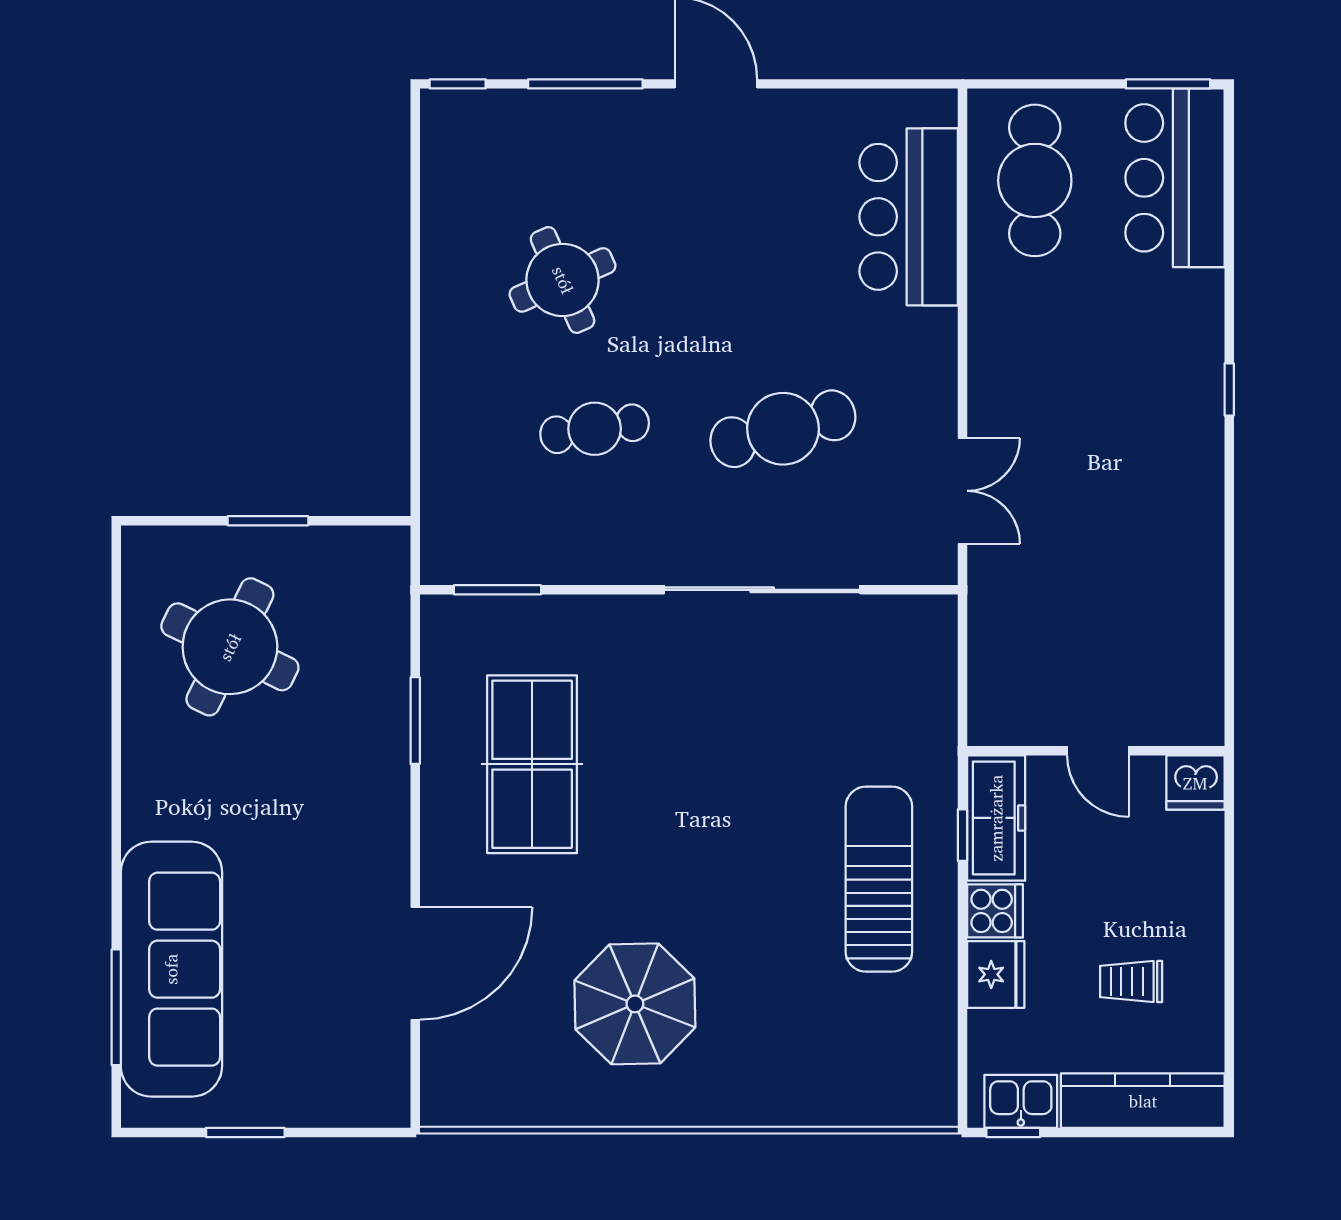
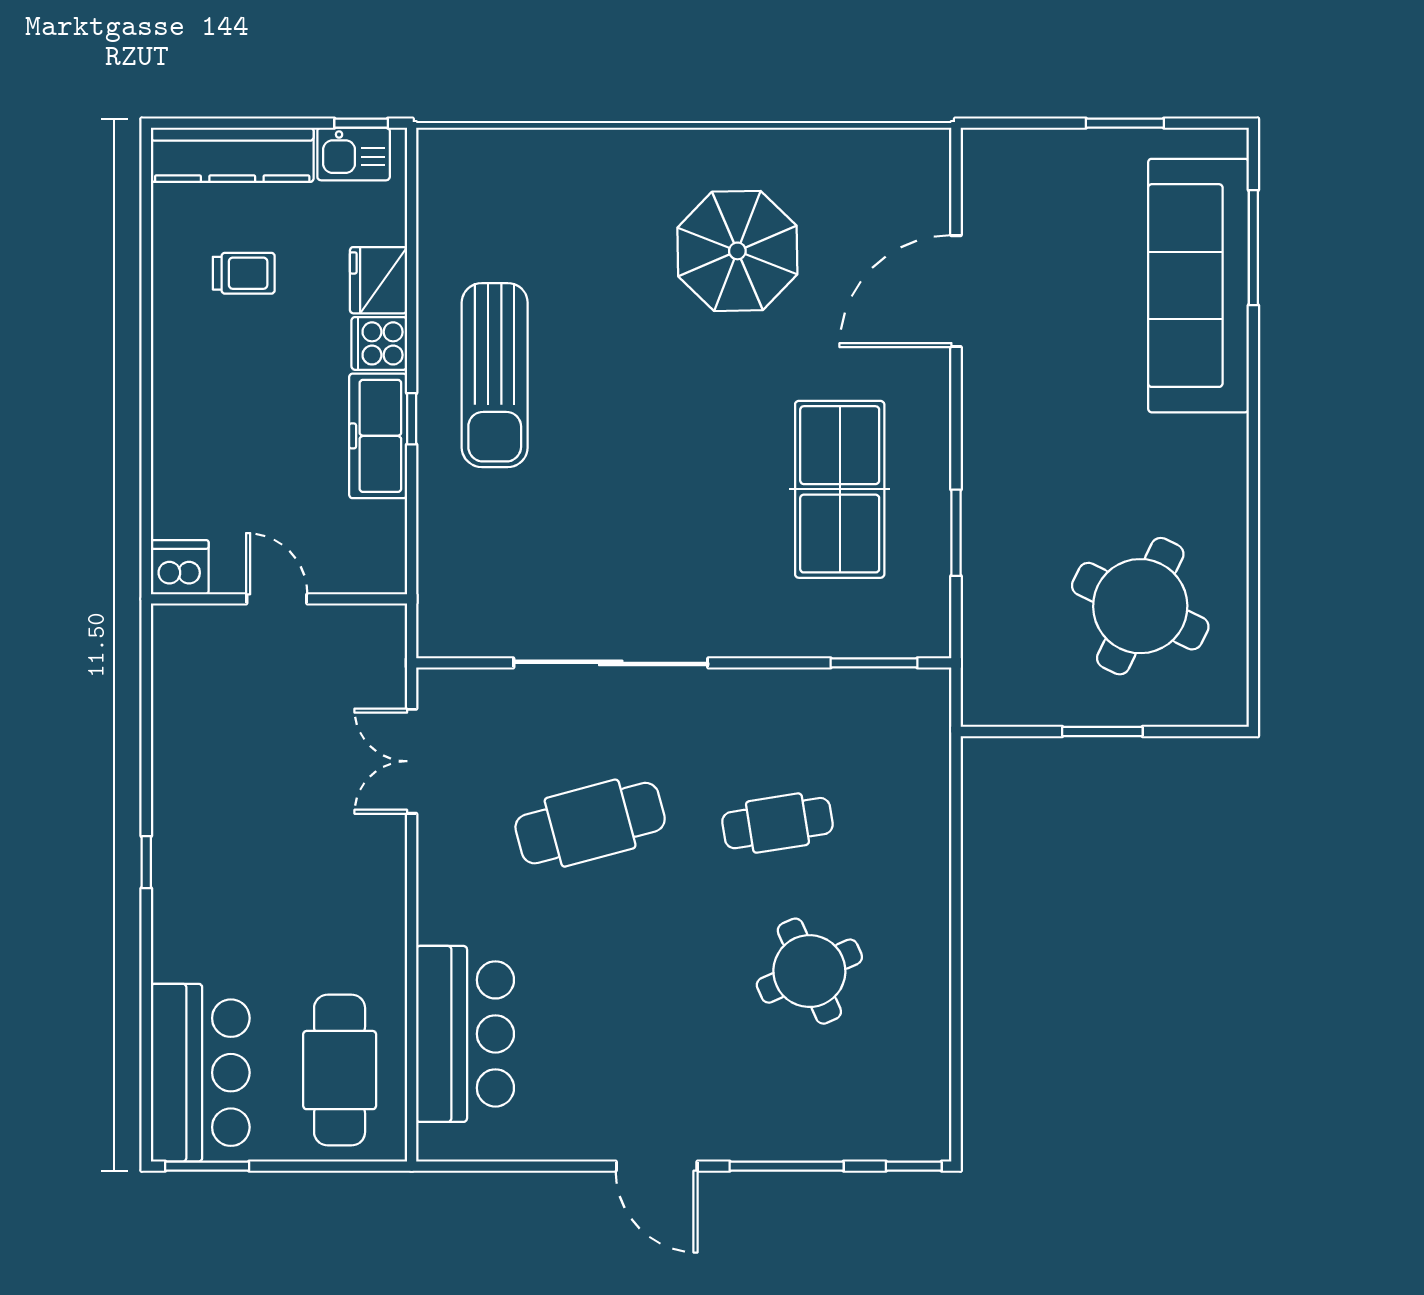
wall: (1096, 751) -> (279, 599), moved
door: (1098, 751) -> (277, 599), moved
dishwasher: (1195, 783) -> (180, 567), moved

